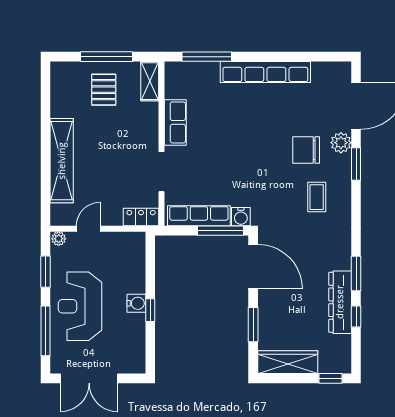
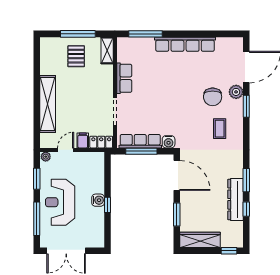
chair: (306, 150) -> (213, 97), turned -90
filing cabinet: (114, 215) -> (83, 141), added
window: (221, 231) -> (141, 151), moved

